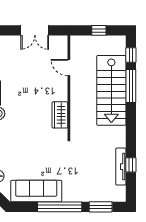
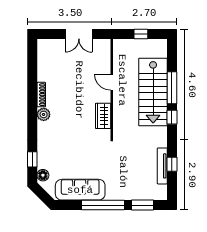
window: (131, 55) -> (172, 117), moved
door: (69, 67) -> (112, 82), moved

